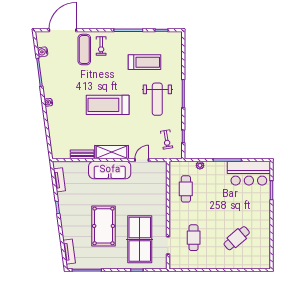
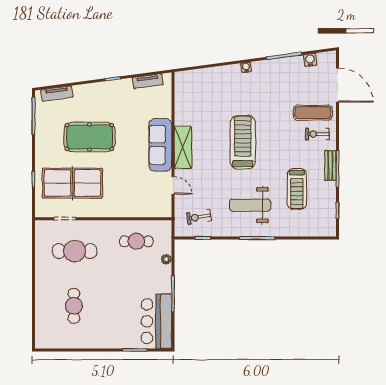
bench: (82, 154) -> (330, 165), moved
cafe table: (194, 238) -> (75, 251), width x1.37, depth x1.35
cafe table: (237, 238) -> (74, 306), turned 41

